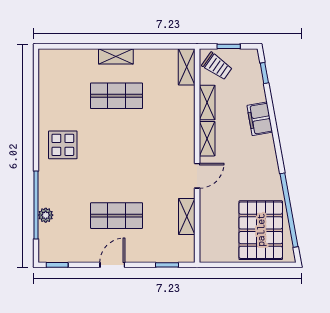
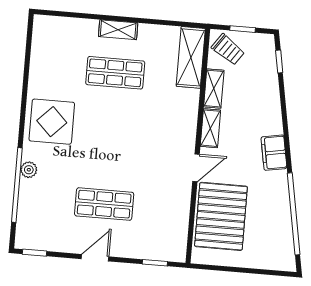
shelving: (187, 67) -> (191, 57), width x1.50, depth x1.33
filing cabinet: (260, 119) -> (274, 153), moved
display table: (63, 145) -> (52, 122), width x1.36, depth x1.36
plant: (46, 215) -> (29, 170), moved
shelving: (187, 217) -> (181, 212), removed
pallet: (261, 230) -> (221, 216), moved

